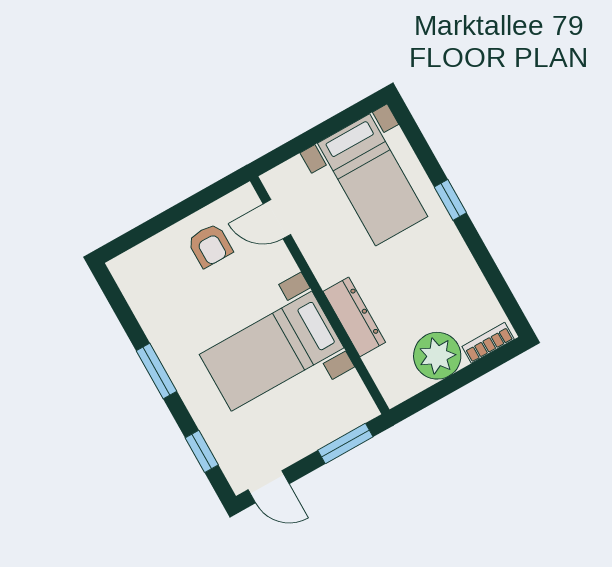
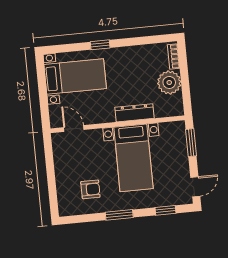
door: (277, 219) -> (74, 129), swing flipped
armchair: (210, 245) -> (90, 189), moved

